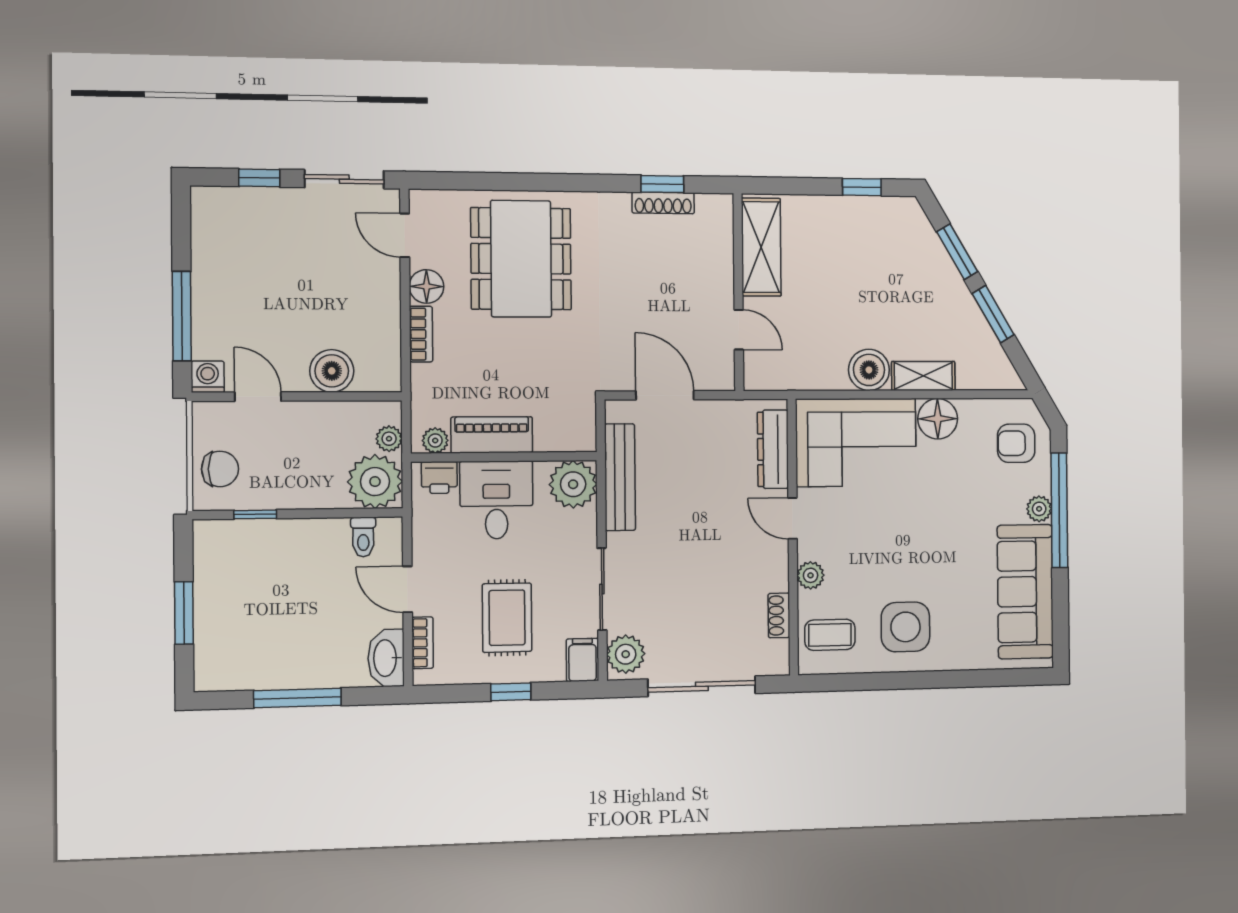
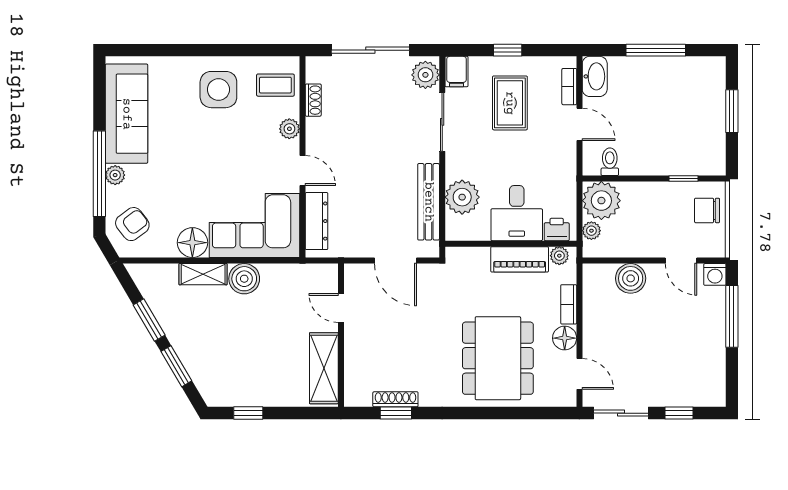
piano: (492, 435) -> (520, 259), moved
plant: (435, 440) -> (559, 256), moved
armchair: (1016, 443) -> (132, 224), turned -37
wall: (504, 457) -> (511, 244), moved
printer: (439, 477) -> (557, 229), moved
desk: (496, 500) -> (517, 213), moved

